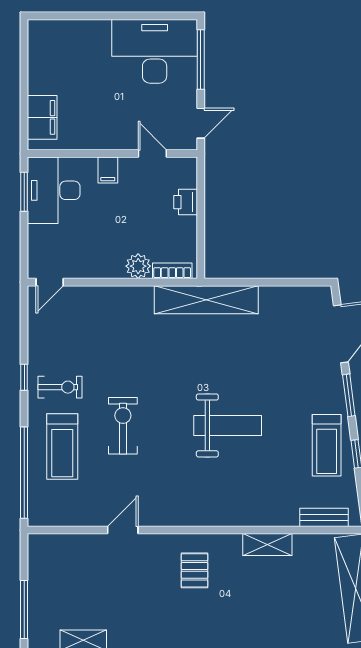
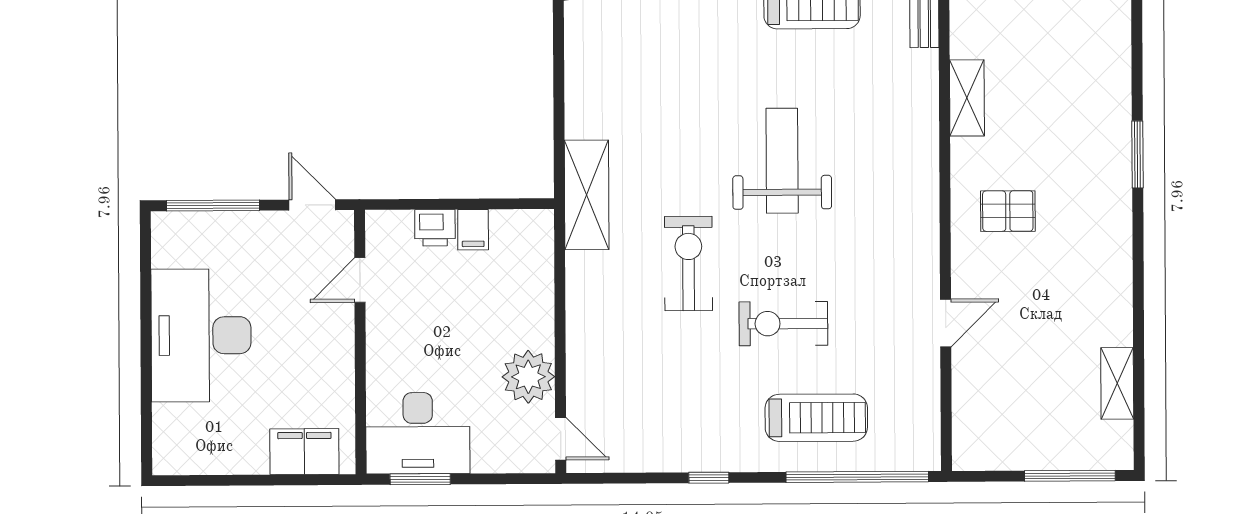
desk: (155, 51) -> (201, 335), moved
filing cabinet: (108, 170) -> (473, 230), moved, turned 90
plant: (138, 266) -> (528, 377), moved, width x1.36, depth x1.36
bookcase: (172, 271) -> (542, 248), removed
shelving: (206, 300) -> (587, 195), width x0.68
exercise bike: (60, 387) -> (688, 263), moved, width x1.38, depth x1.39
door: (123, 530) -> (946, 323), swing flipped

